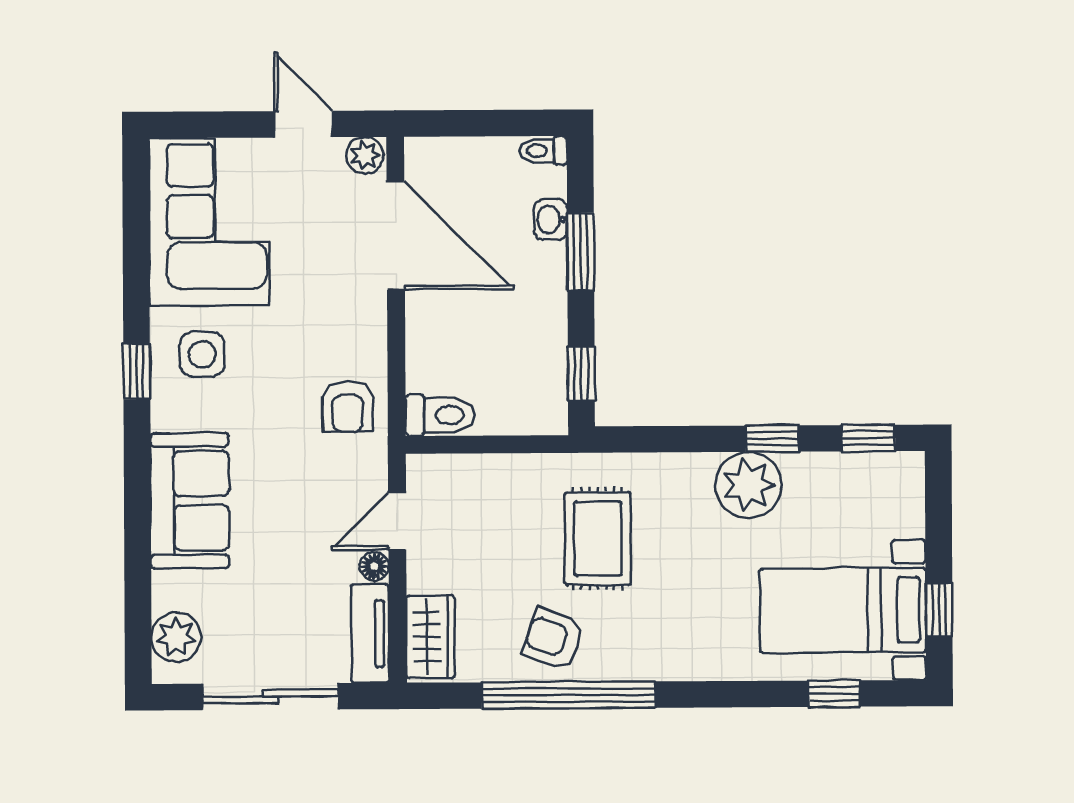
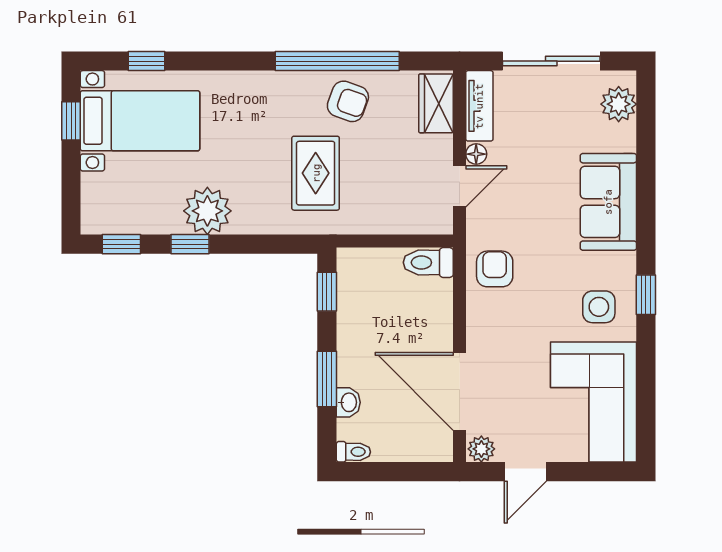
door: (303, 124) -> (525, 472), hinge flipped

